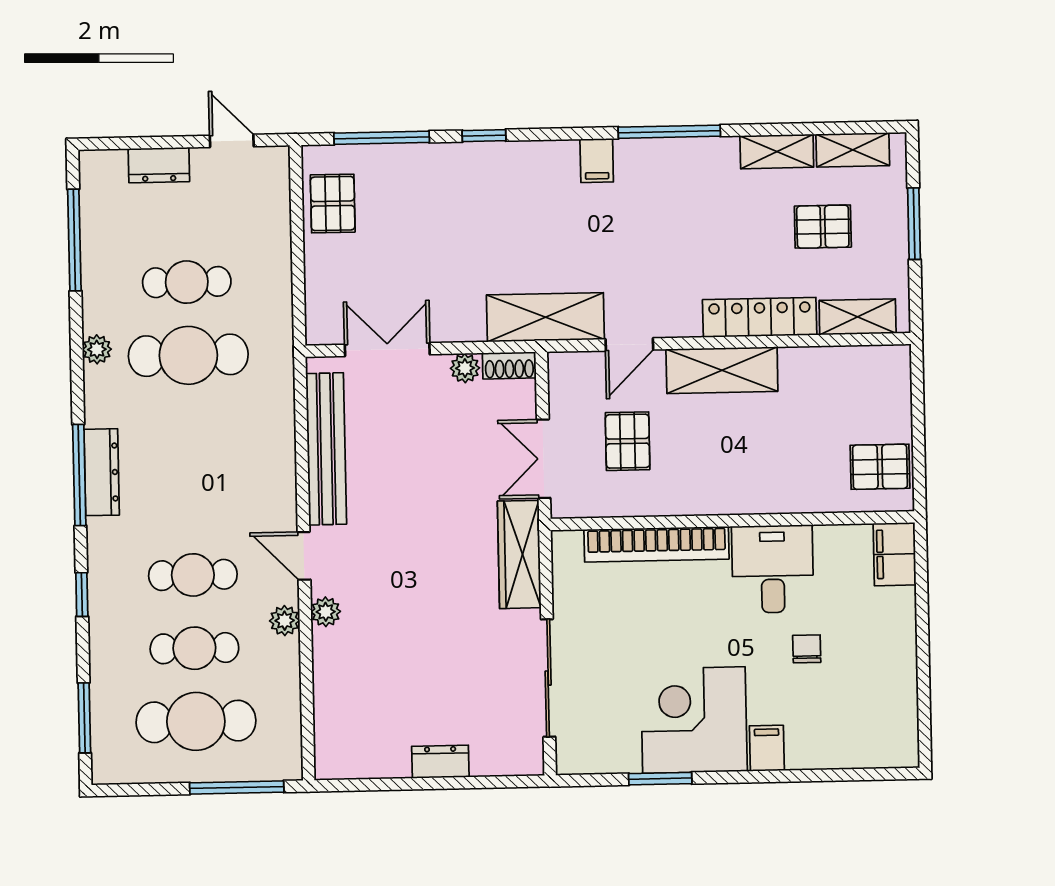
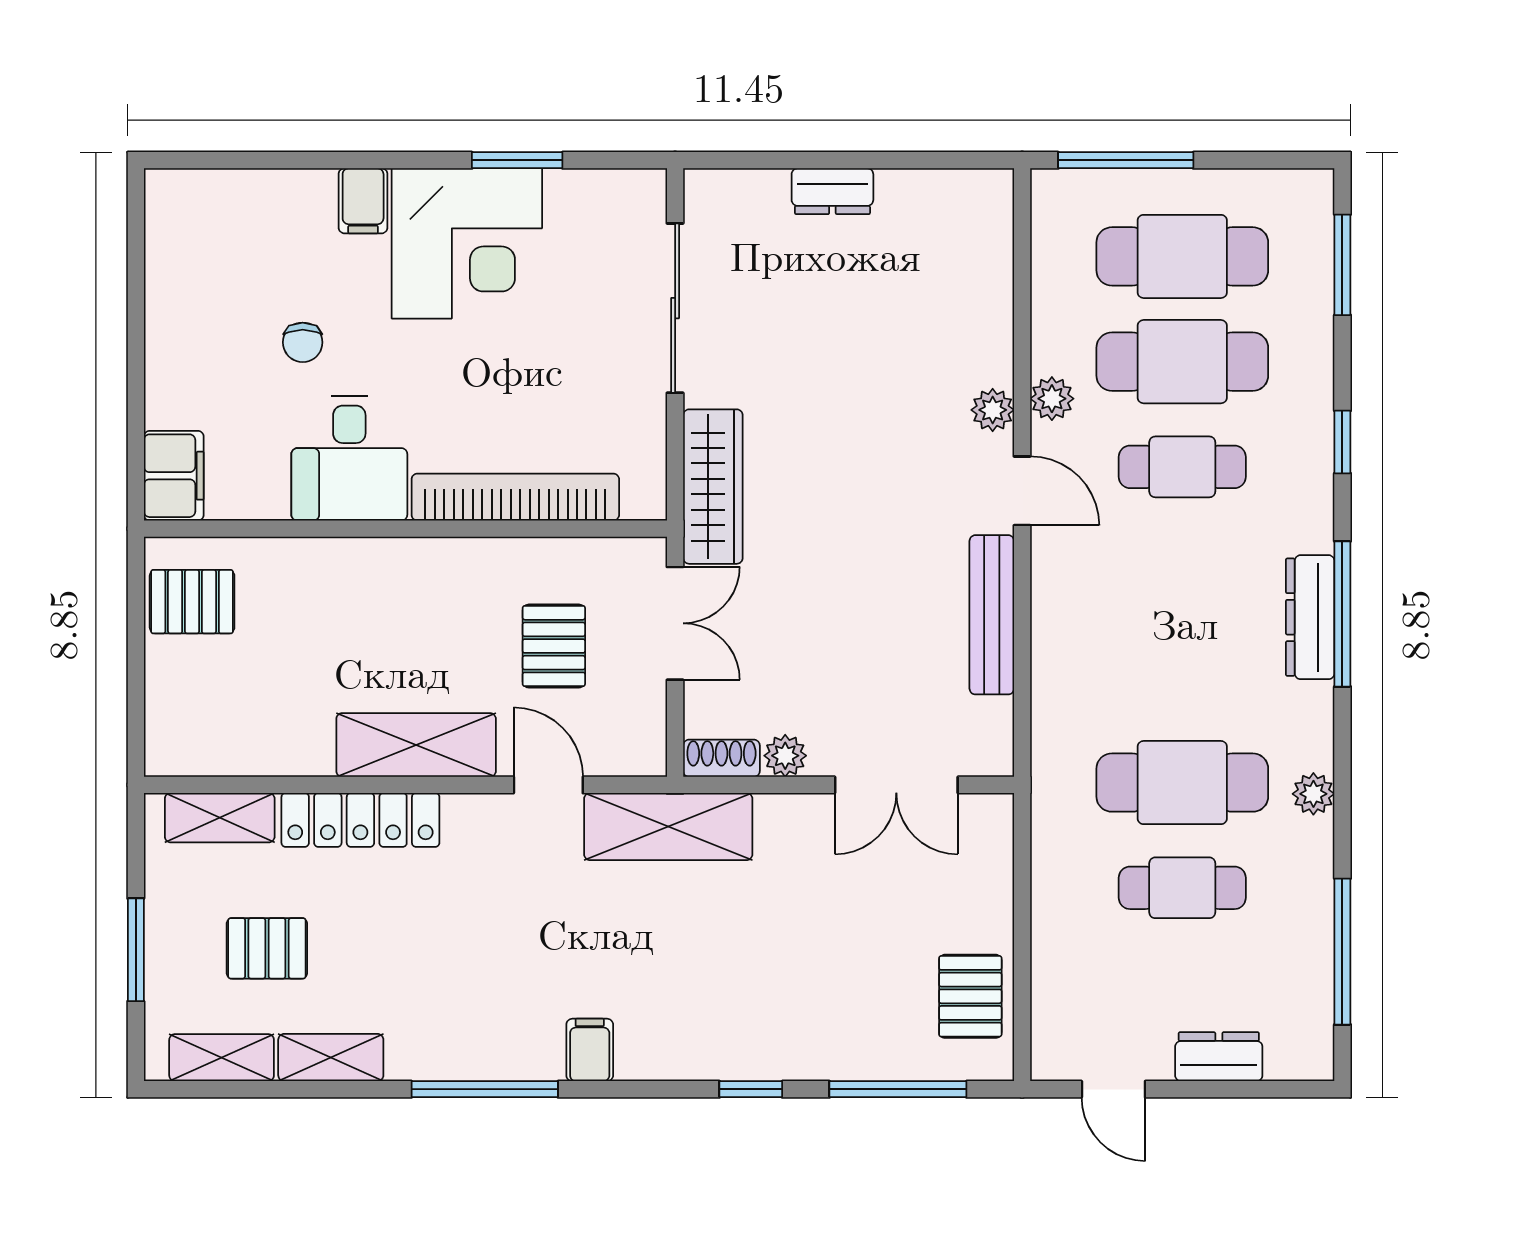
door: (629, 344) -> (548, 785), hinge flipped
bench: (326, 449) -> (992, 615), width x0.73, depth x0.82
cafe table: (194, 648) -> (1182, 362), width x1.37, depth x1.35

